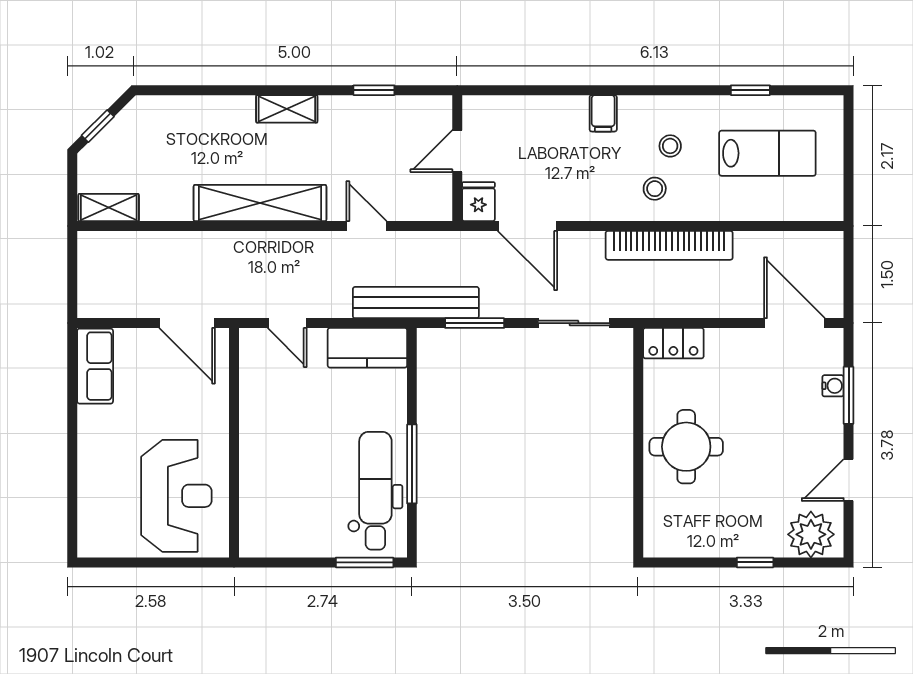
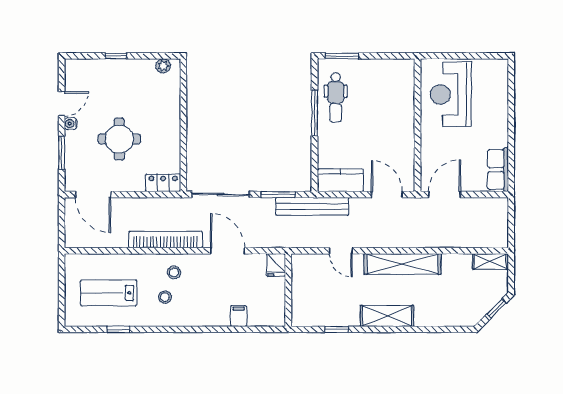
shelving: (287, 109) -> (387, 316), width x1.50, depth x1.33
filing cabinet: (603, 113) -> (239, 316), moved
door: (457, 151) -> (288, 294), removed
door: (527, 226) -> (227, 251), moved
door: (187, 323) -> (445, 195), hinge flipped
door: (287, 323) -> (387, 195), width x1.38
sliding door: (574, 323) -> (221, 195), width x1.37
water cooler: (833, 386) -> (71, 124), moved
round table: (686, 447) -> (119, 139), moved
dental chair: (375, 491) -> (336, 97), width x0.73, depth x0.72
plant: (811, 534) -> (163, 66), moved, width x0.53, depth x0.53

